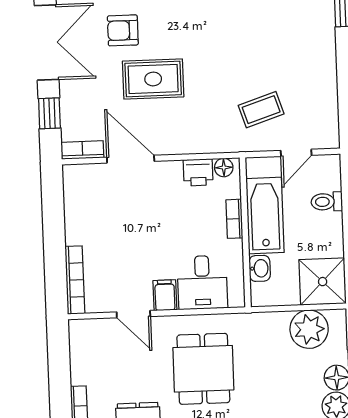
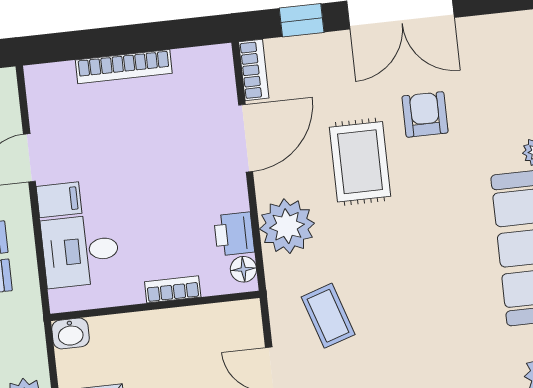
plant: (195, 134) -> (287, 226), added
bathtub: (265, 216) -> (180, 332), removed
washbasin: (260, 268) -> (71, 333), moved
bookcase: (75, 280) -> (124, 67), moved

